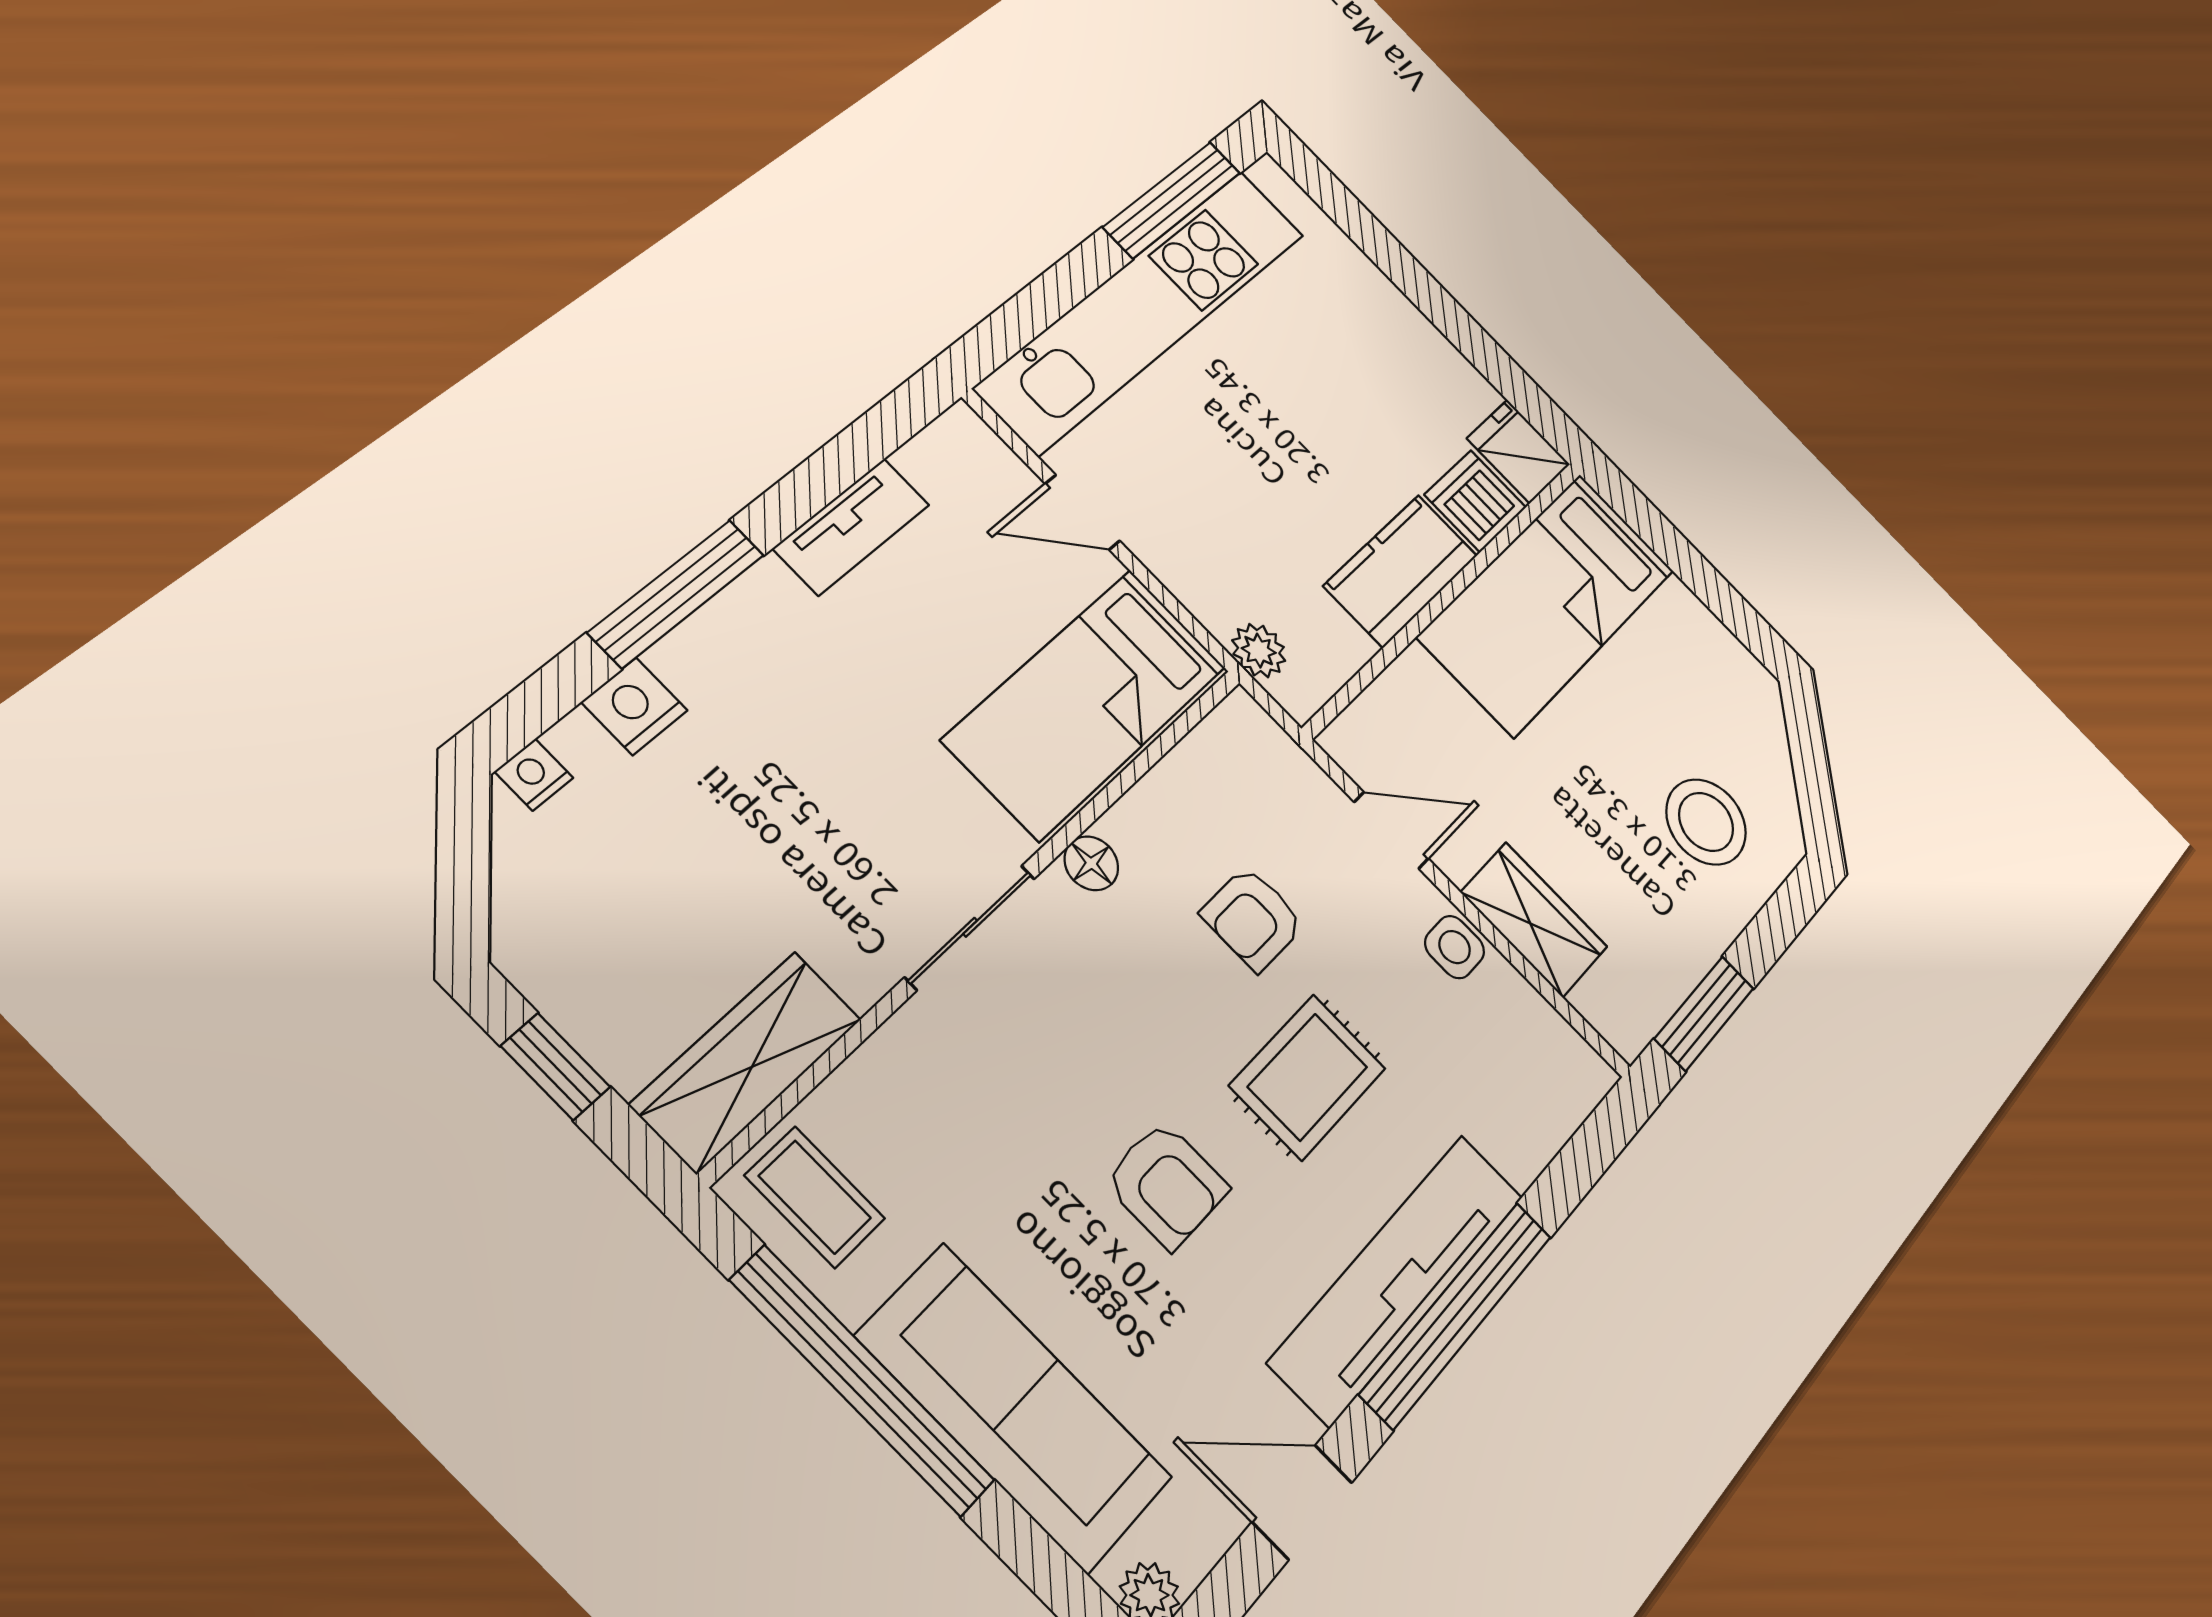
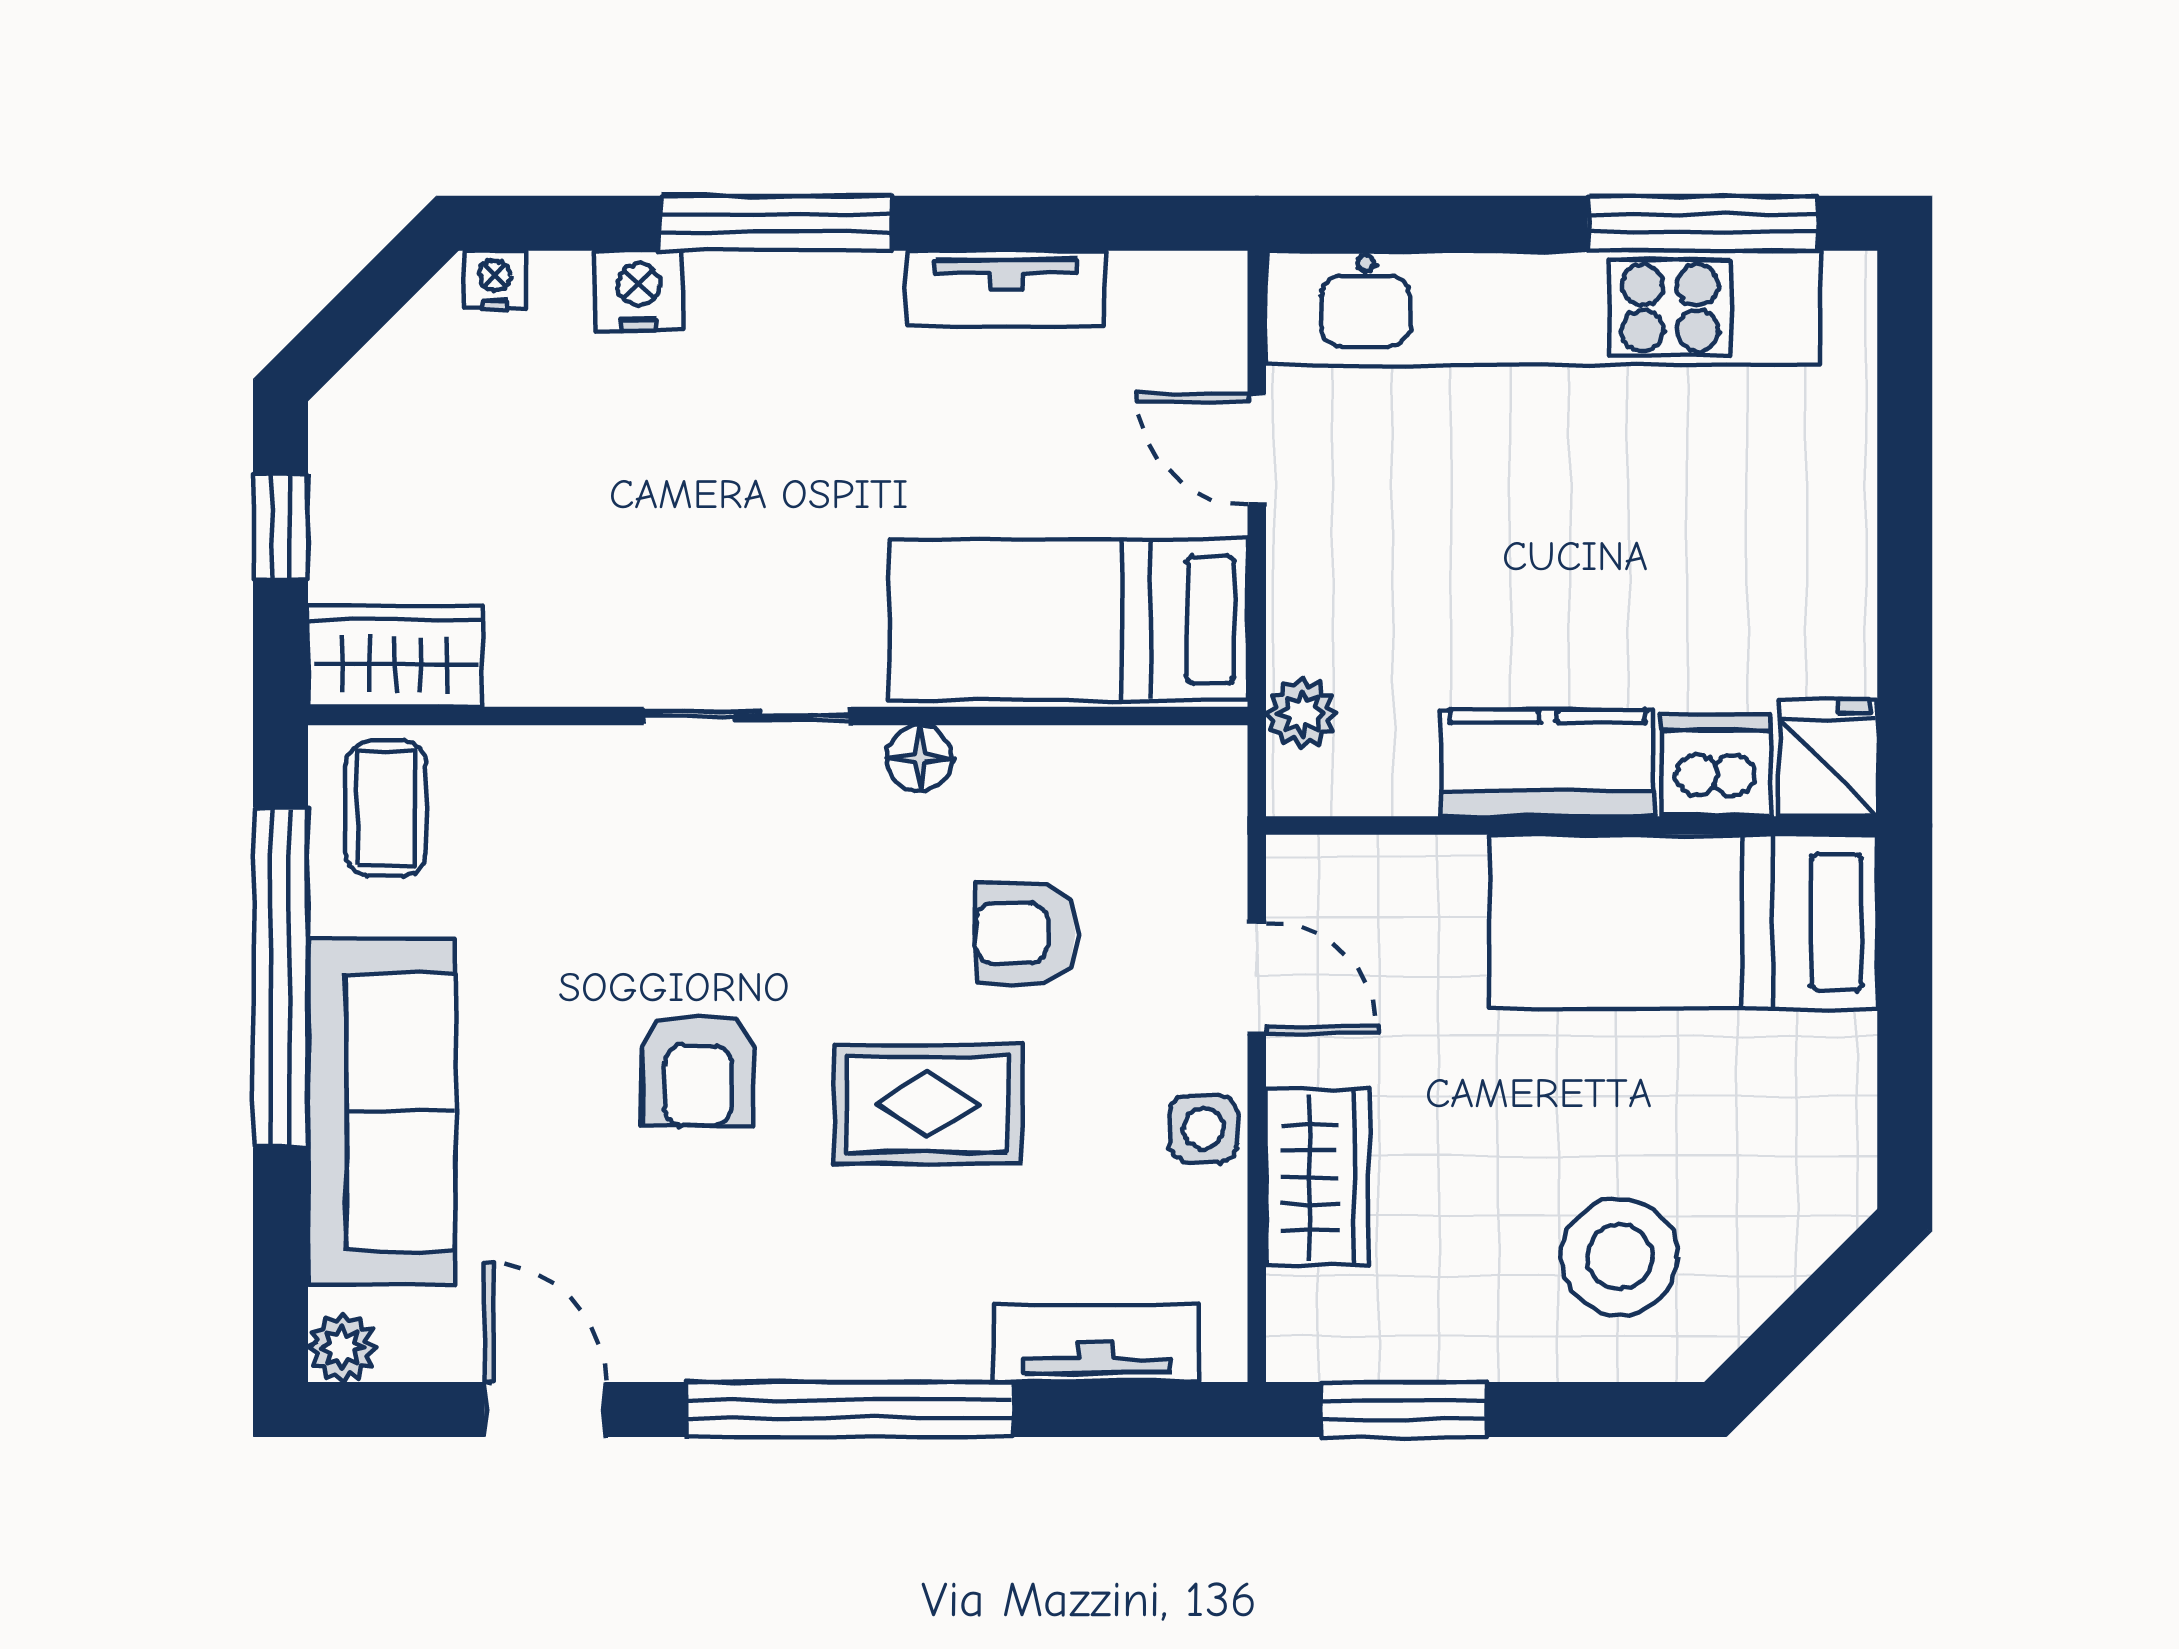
wardrobe: (747, 1061) -> (395, 656), width x0.67
tv unit: (1398, 1278) -> (1096, 1343), moved, width x0.52, depth x0.78

